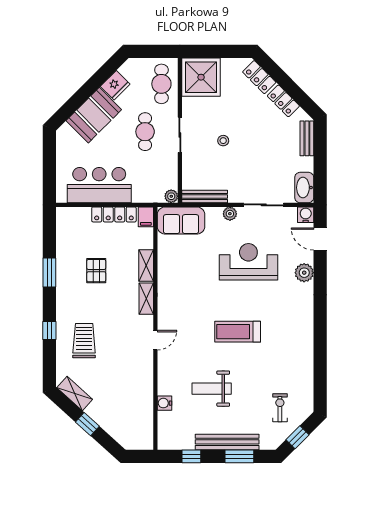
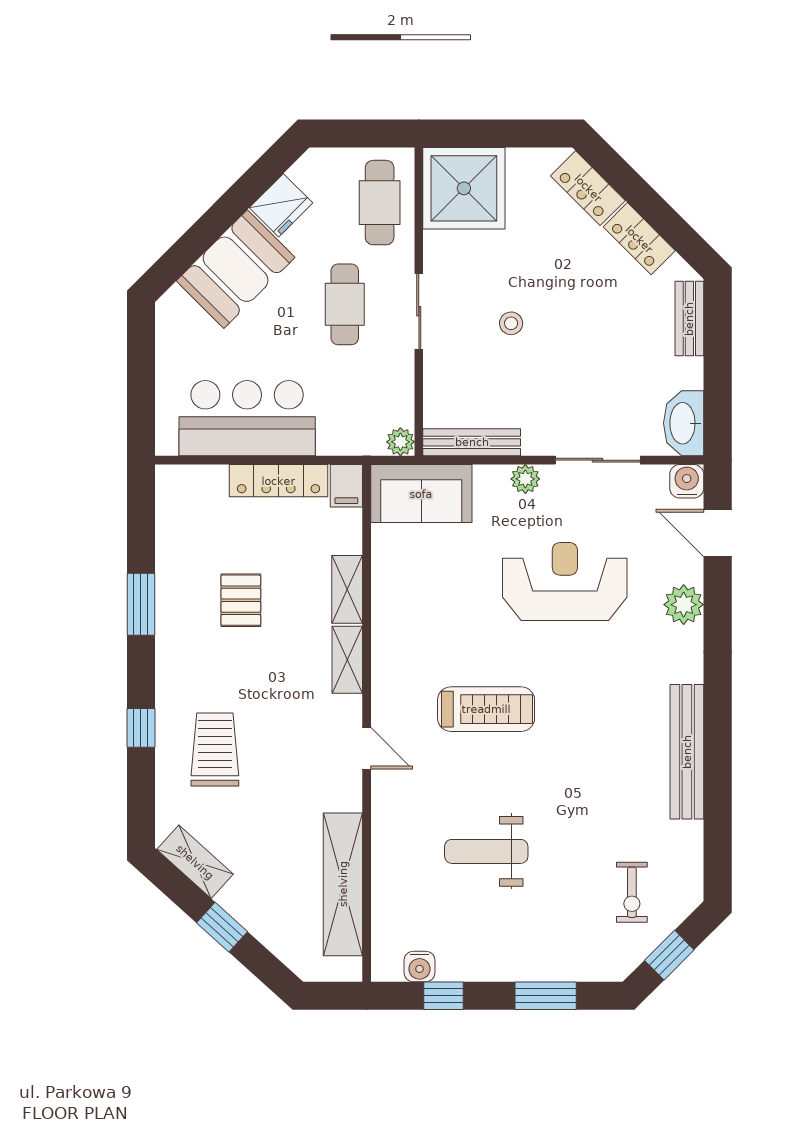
treadmill: (238, 332) -> (486, 709), moved, turned 180
door: (155, 340) -> (367, 748), hinge flipped
water cooler: (164, 403) -> (419, 966), moved, turned -90
shelving: (144, 404) -> (343, 884), added
exercise bike: (280, 408) -> (632, 892), turned 180
bench: (227, 442) -> (687, 752), moved, turned 90

